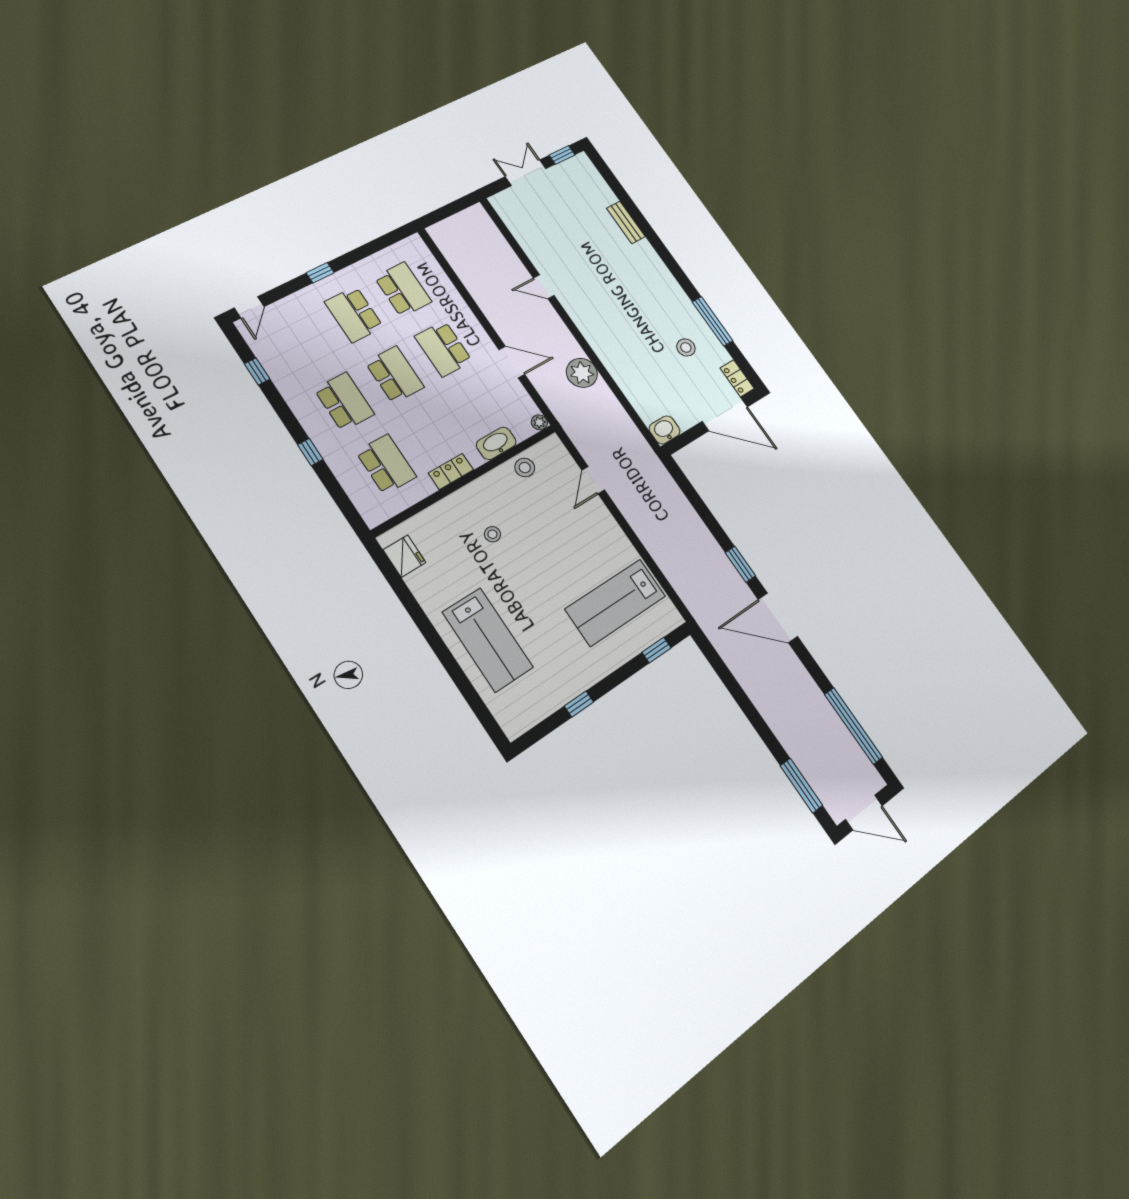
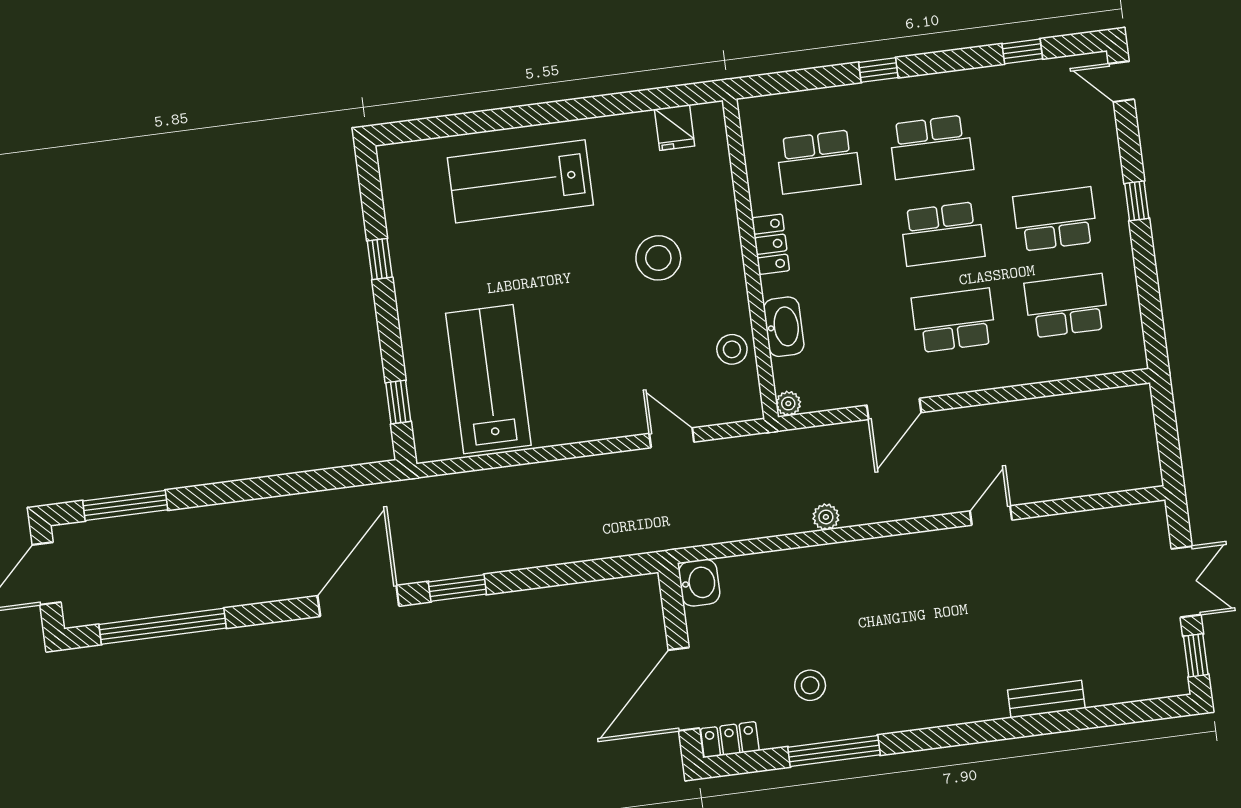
school desk: (403, 289) -> (1066, 306), turned 180
plant: (582, 373) -> (826, 517), width x0.53, depth x0.53
stool: (492, 534) -> (658, 258), width x1.89, depth x1.89
fridge: (404, 556) -> (675, 127), width x0.72

